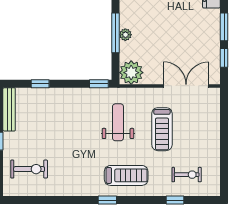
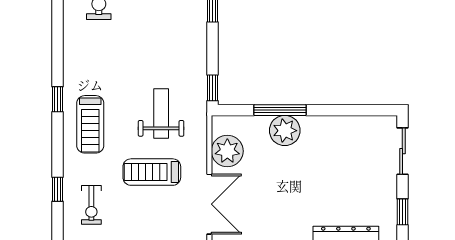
plant: (125, 35) -> (285, 131), width x1.88, depth x1.88
plant: (131, 73) -> (227, 151), moved
weight bench: (118, 122) -> (161, 113), turned -90

